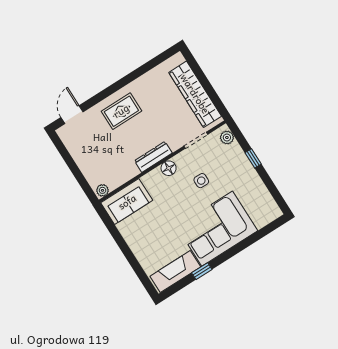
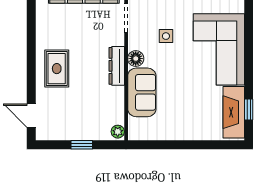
window: (74, 169) -> (82, 145), added
sofa: (127, 202) -> (142, 92), moved
window: (202, 271) -> (249, 109), moved

